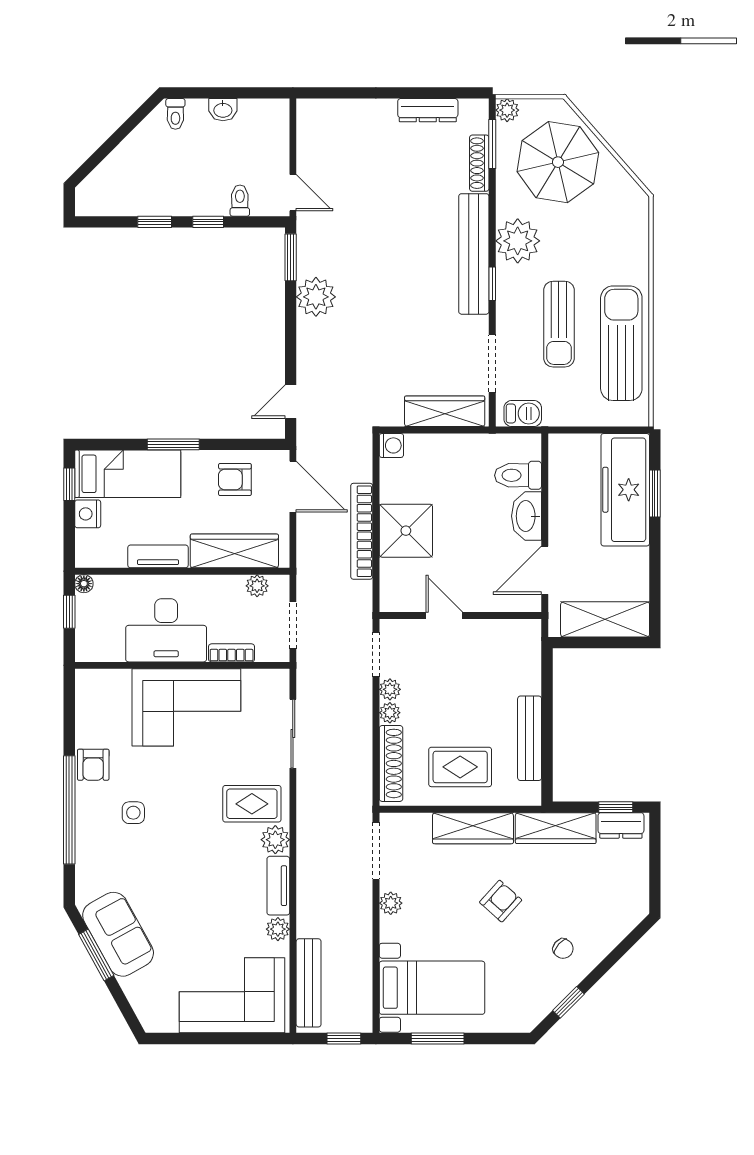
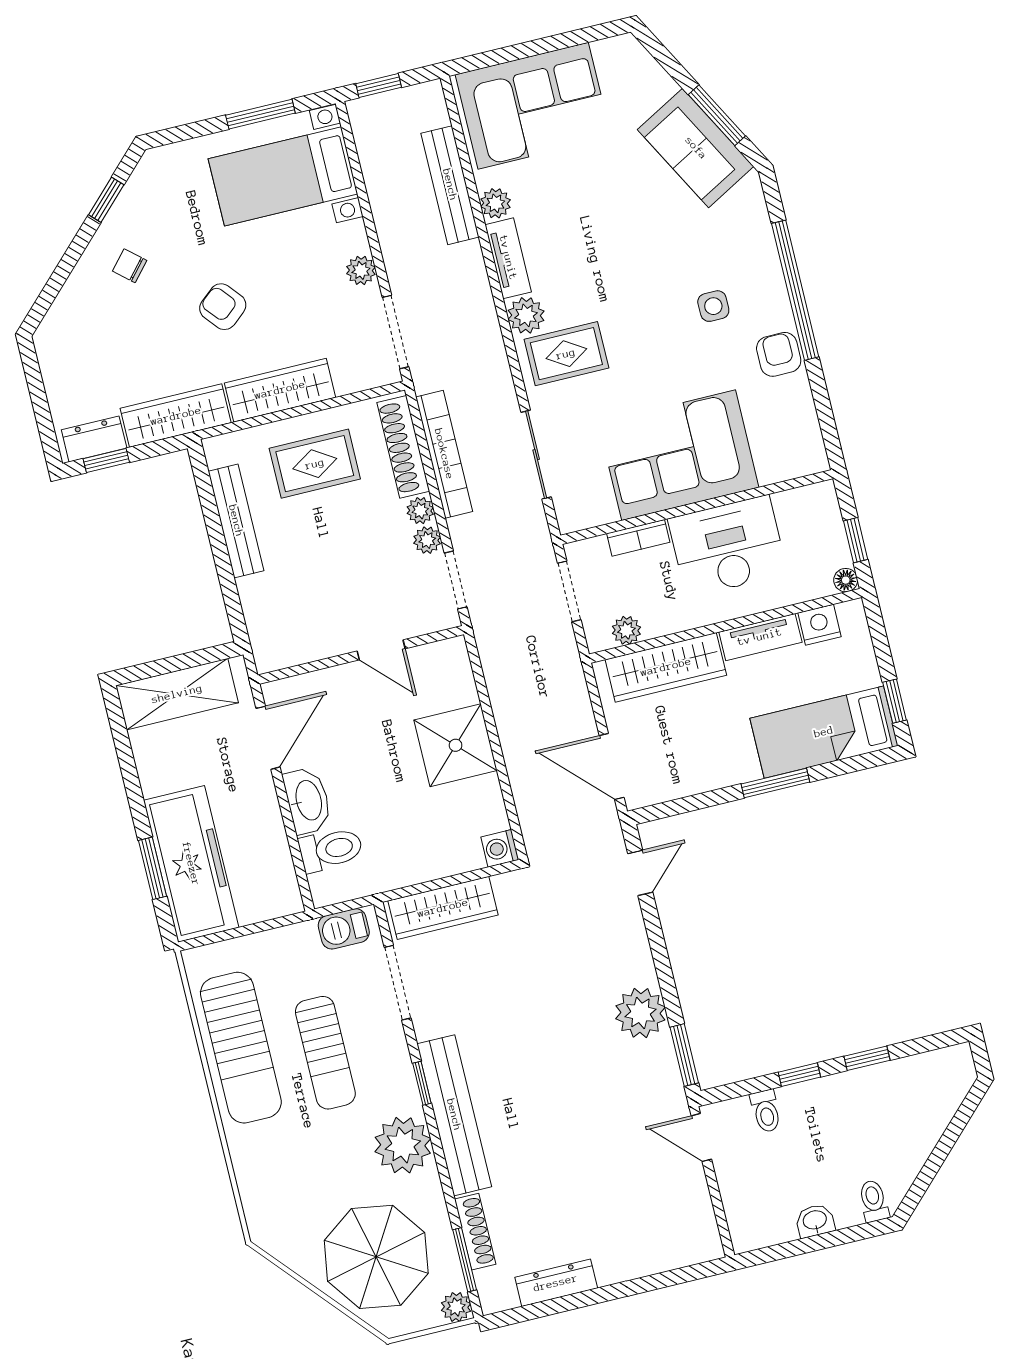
sun lounger: (559, 324) -> (325, 1053), turned 180
armchair: (235, 479) -> (687, 758), removed
nightstand: (88, 514) -> (819, 625), moved, turned -90
bookcase: (362, 531) -> (444, 454), moved
armchair: (501, 901) -> (223, 307), turned 98
bench: (309, 983) -> (450, 185), moved

